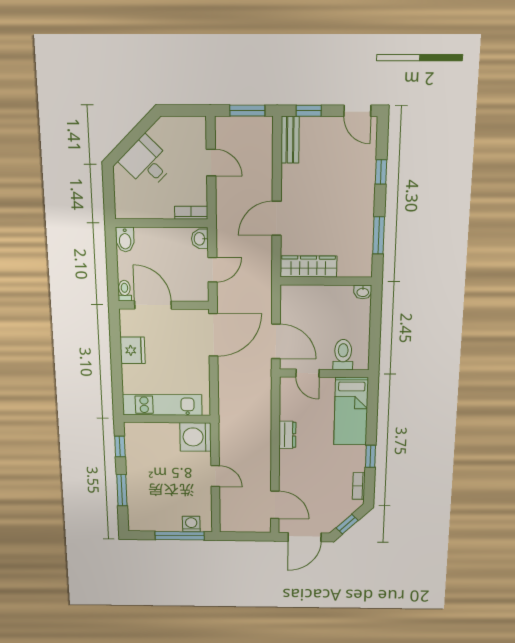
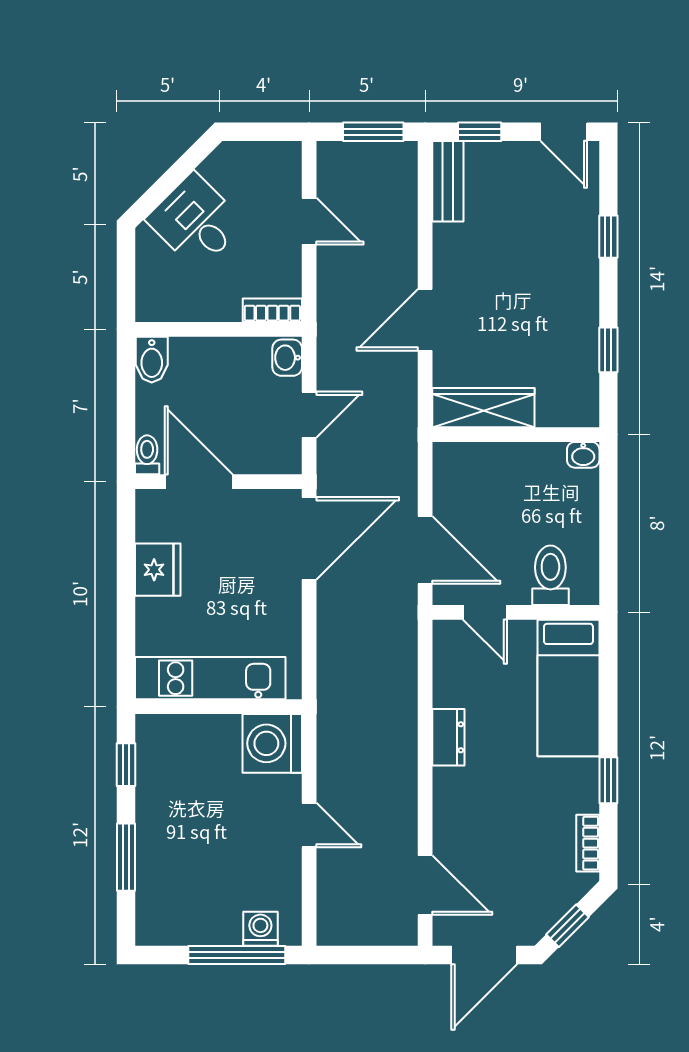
window: (379, 235) -> (608, 350), width x0.67

